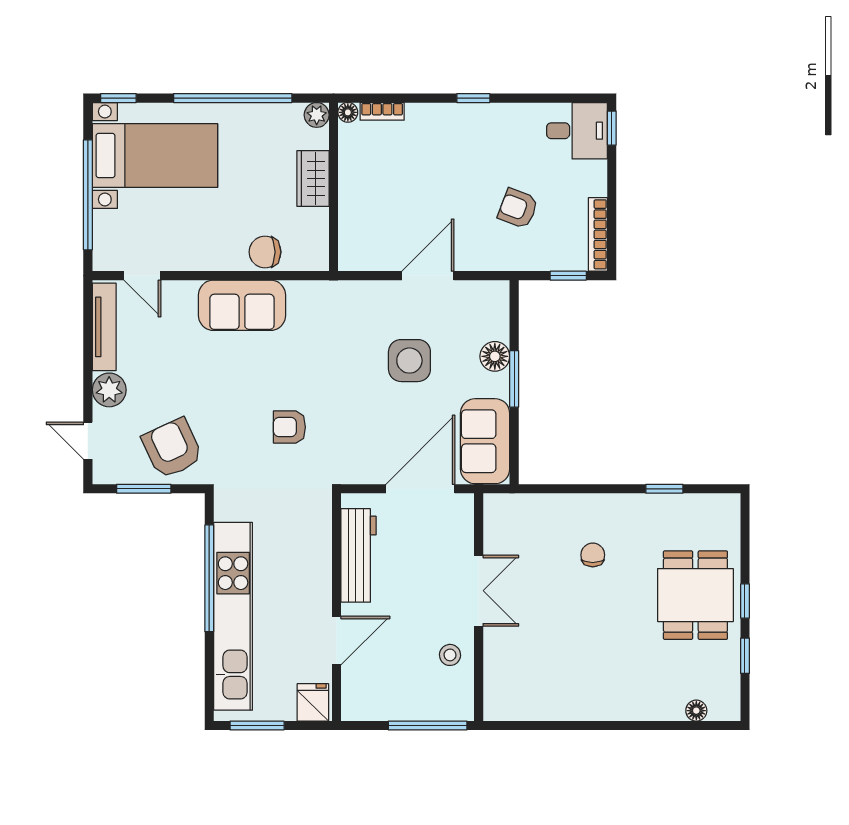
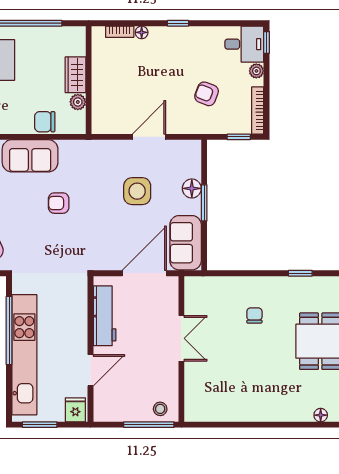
floor lamp: (348, 112) -> (142, 32), moved
plant: (317, 115) -> (78, 102), moved
plant: (596, 173) -> (256, 71), added
armchair: (289, 427) -> (59, 203), moved
stool: (450, 655) -> (160, 409), moved

